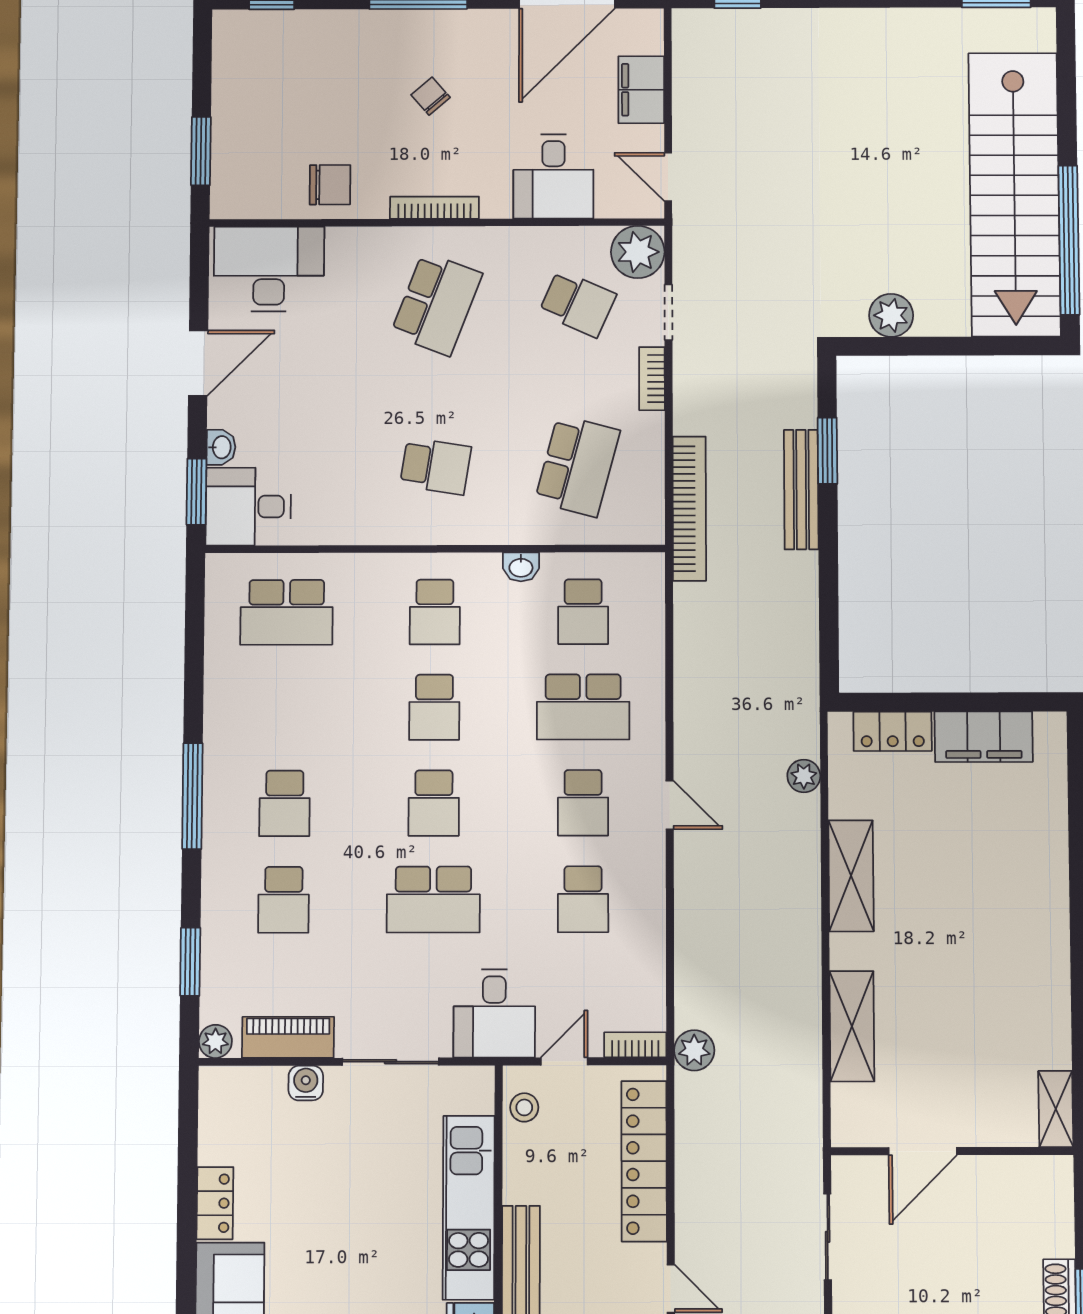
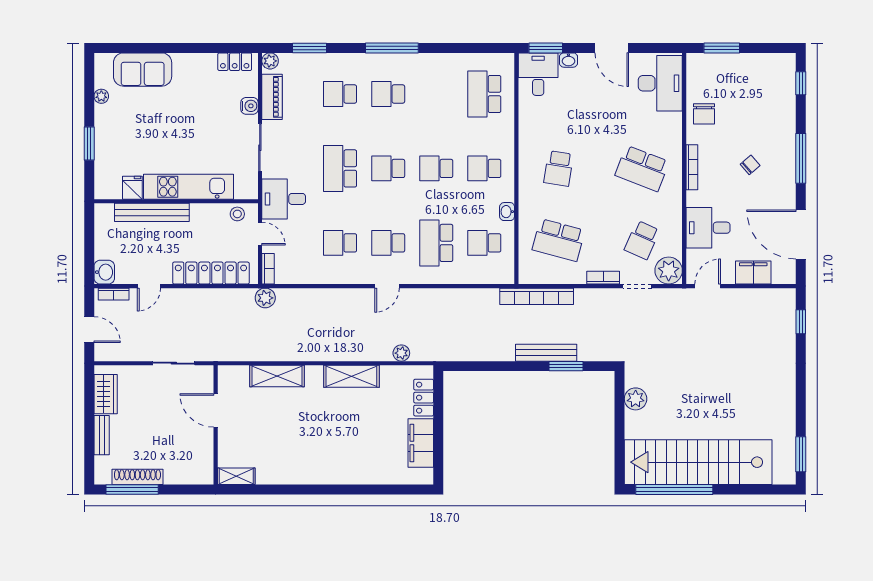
locker: (215, 1203) -> (235, 62), moved

